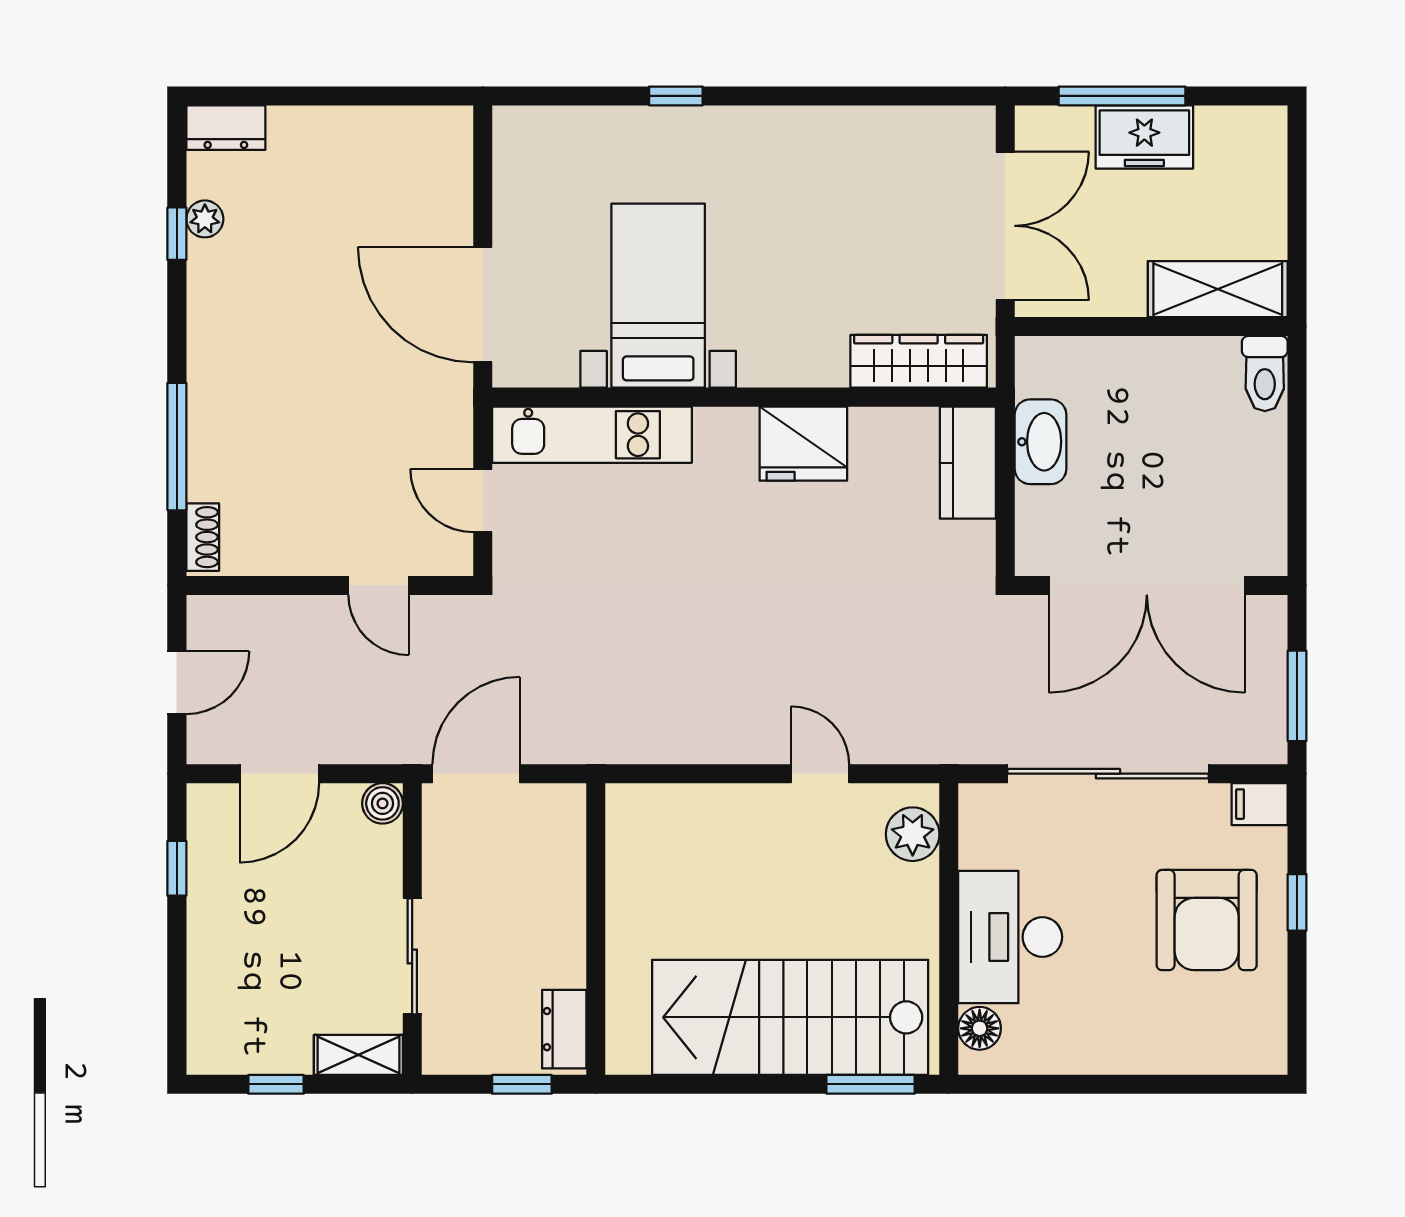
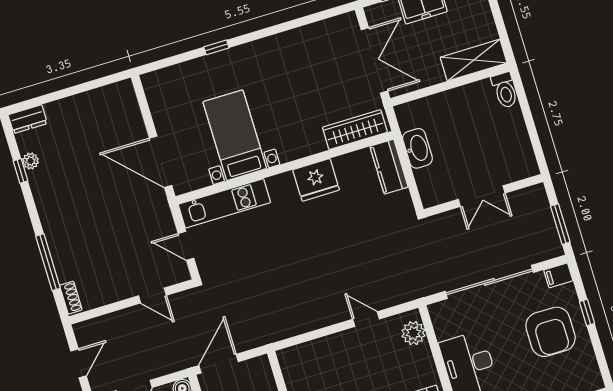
double door: (1147, 585) -> (482, 196), width x0.54

